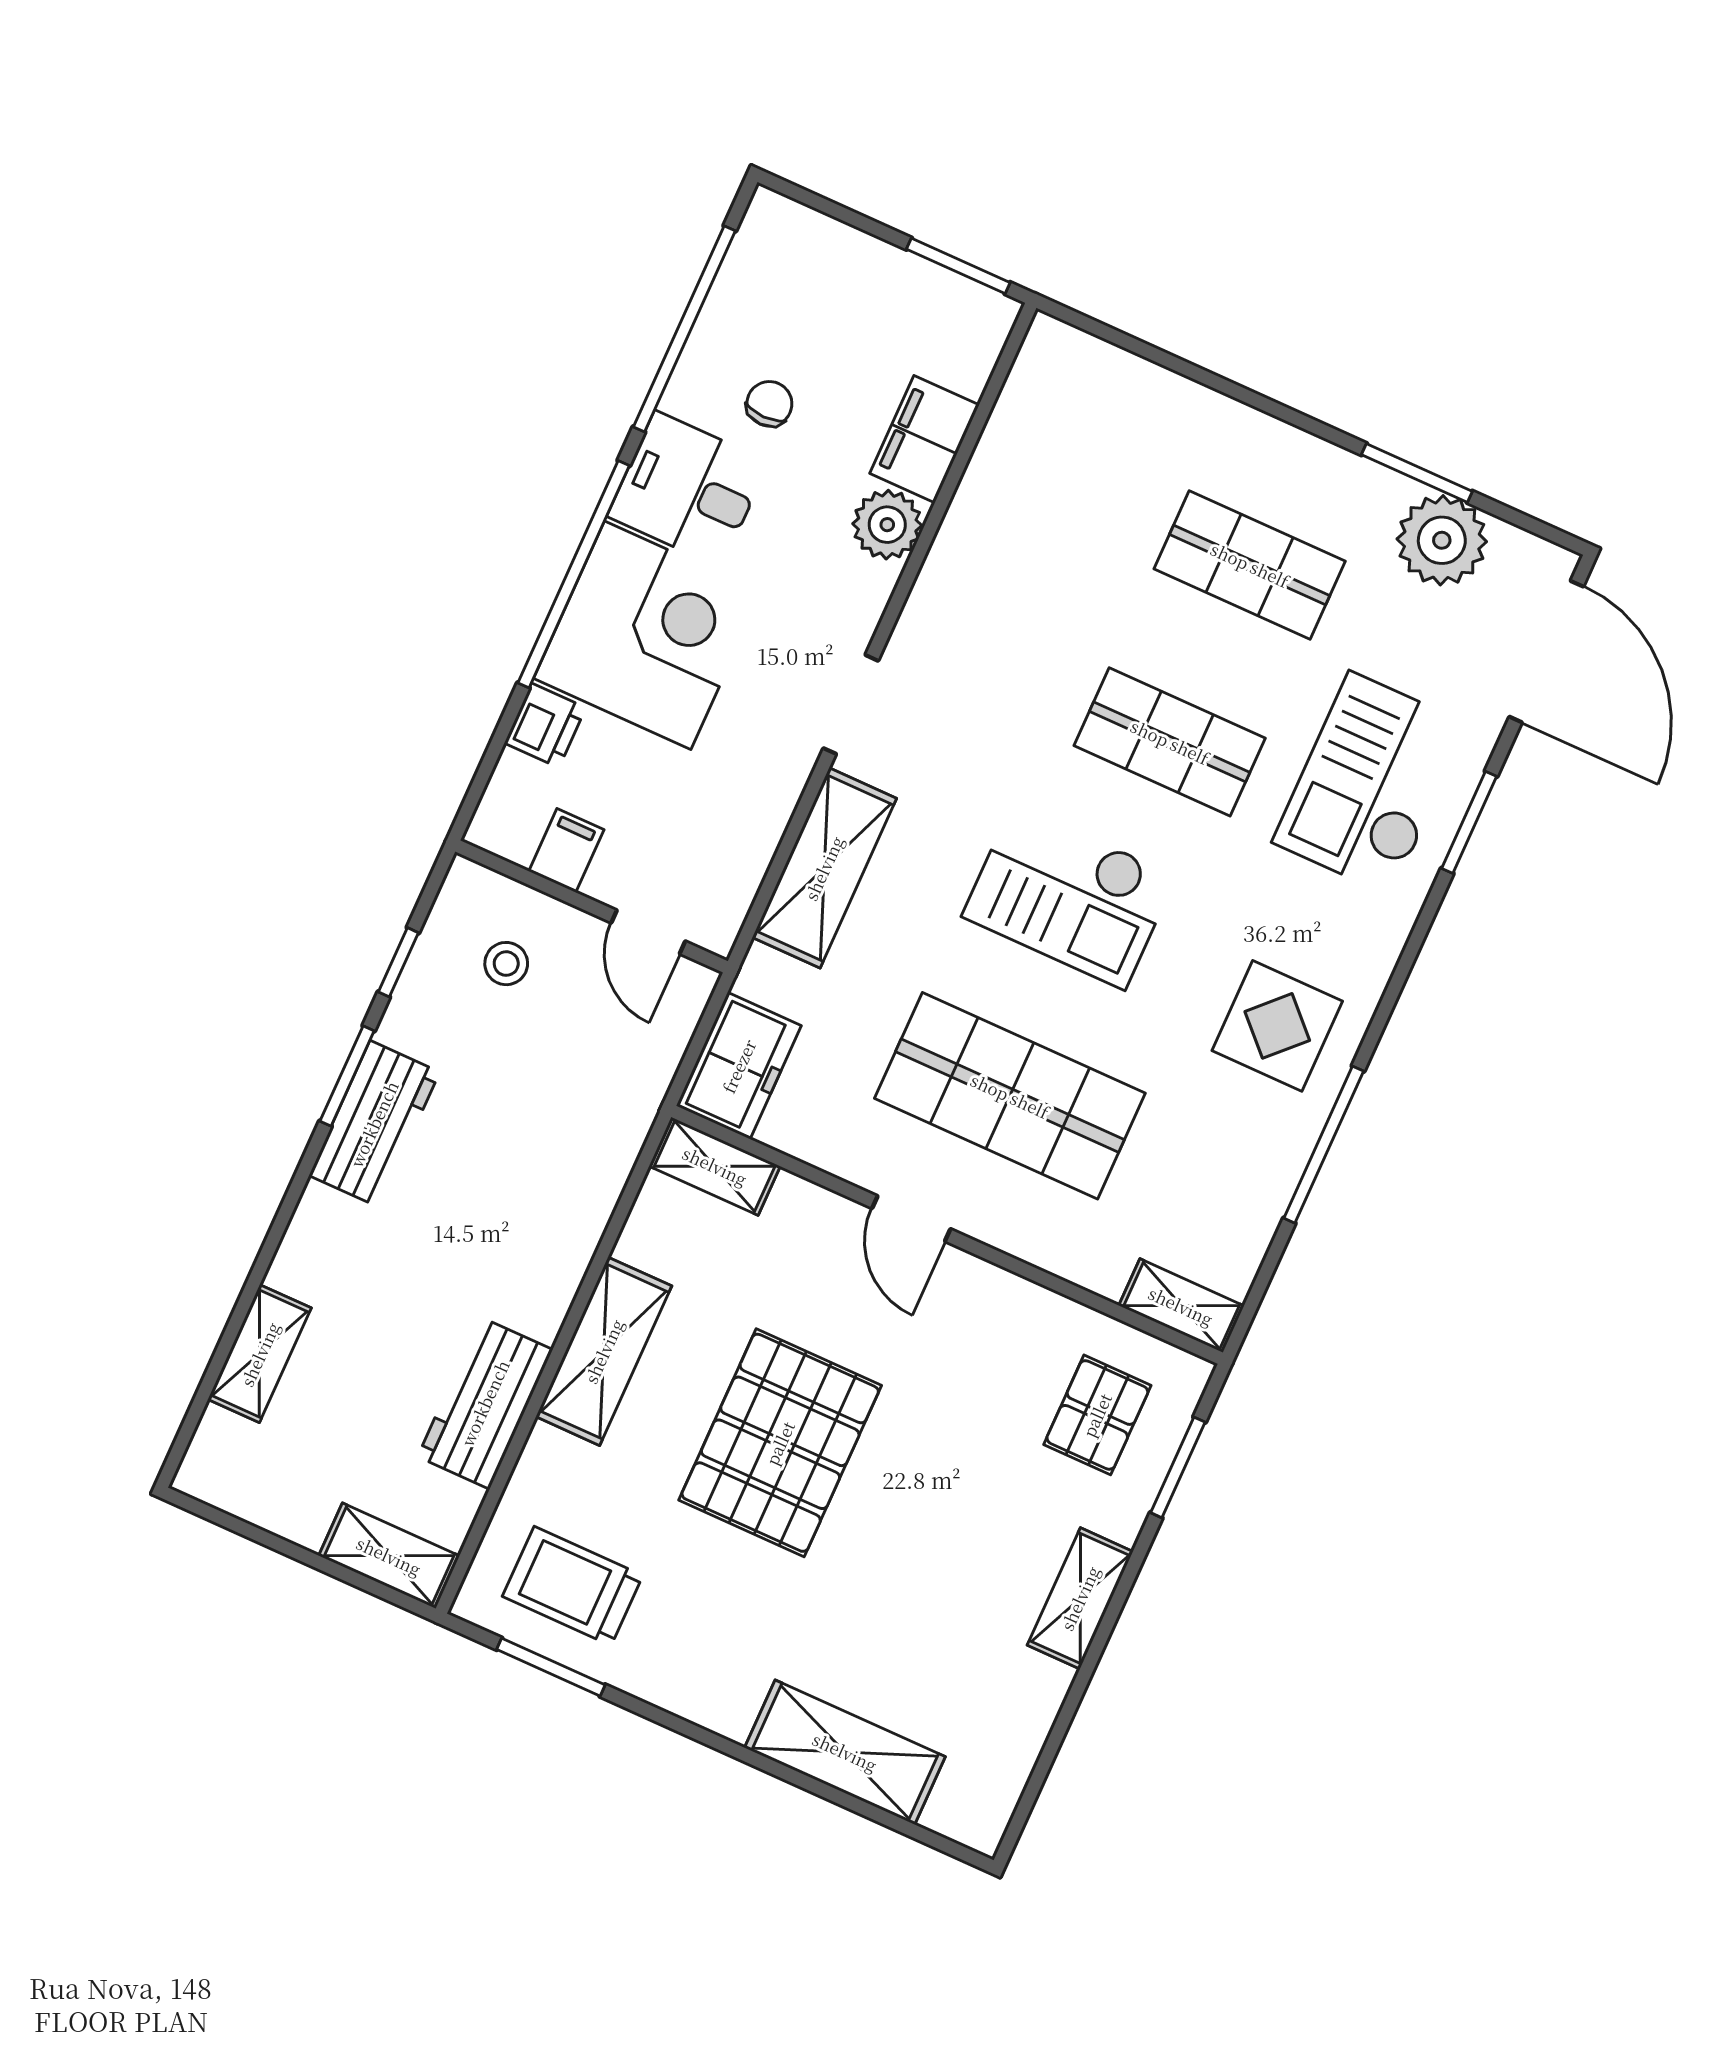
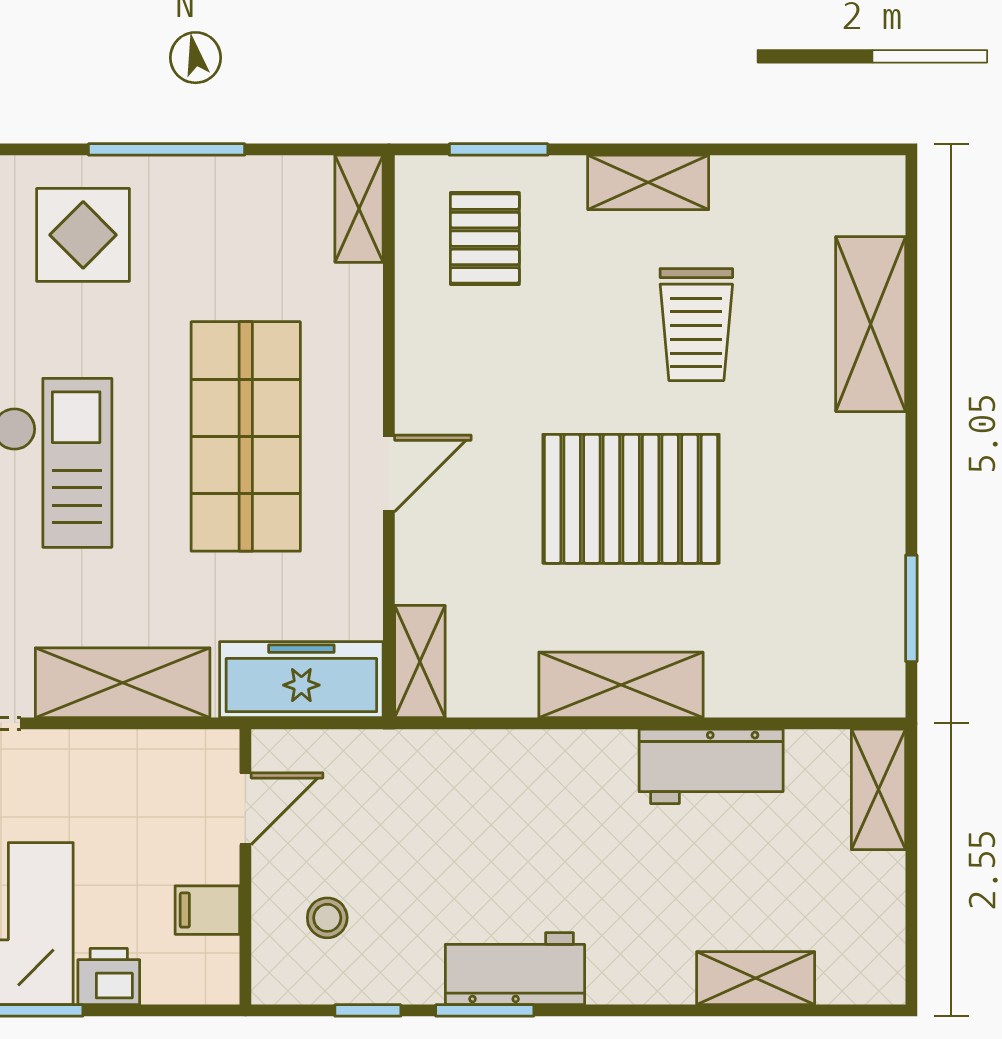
freezer: (739, 1066) -> (301, 680), width x1.40
pallet: (1097, 1415) -> (485, 239), turned 90
trolley: (573, 1586) -> (696, 325), moved

